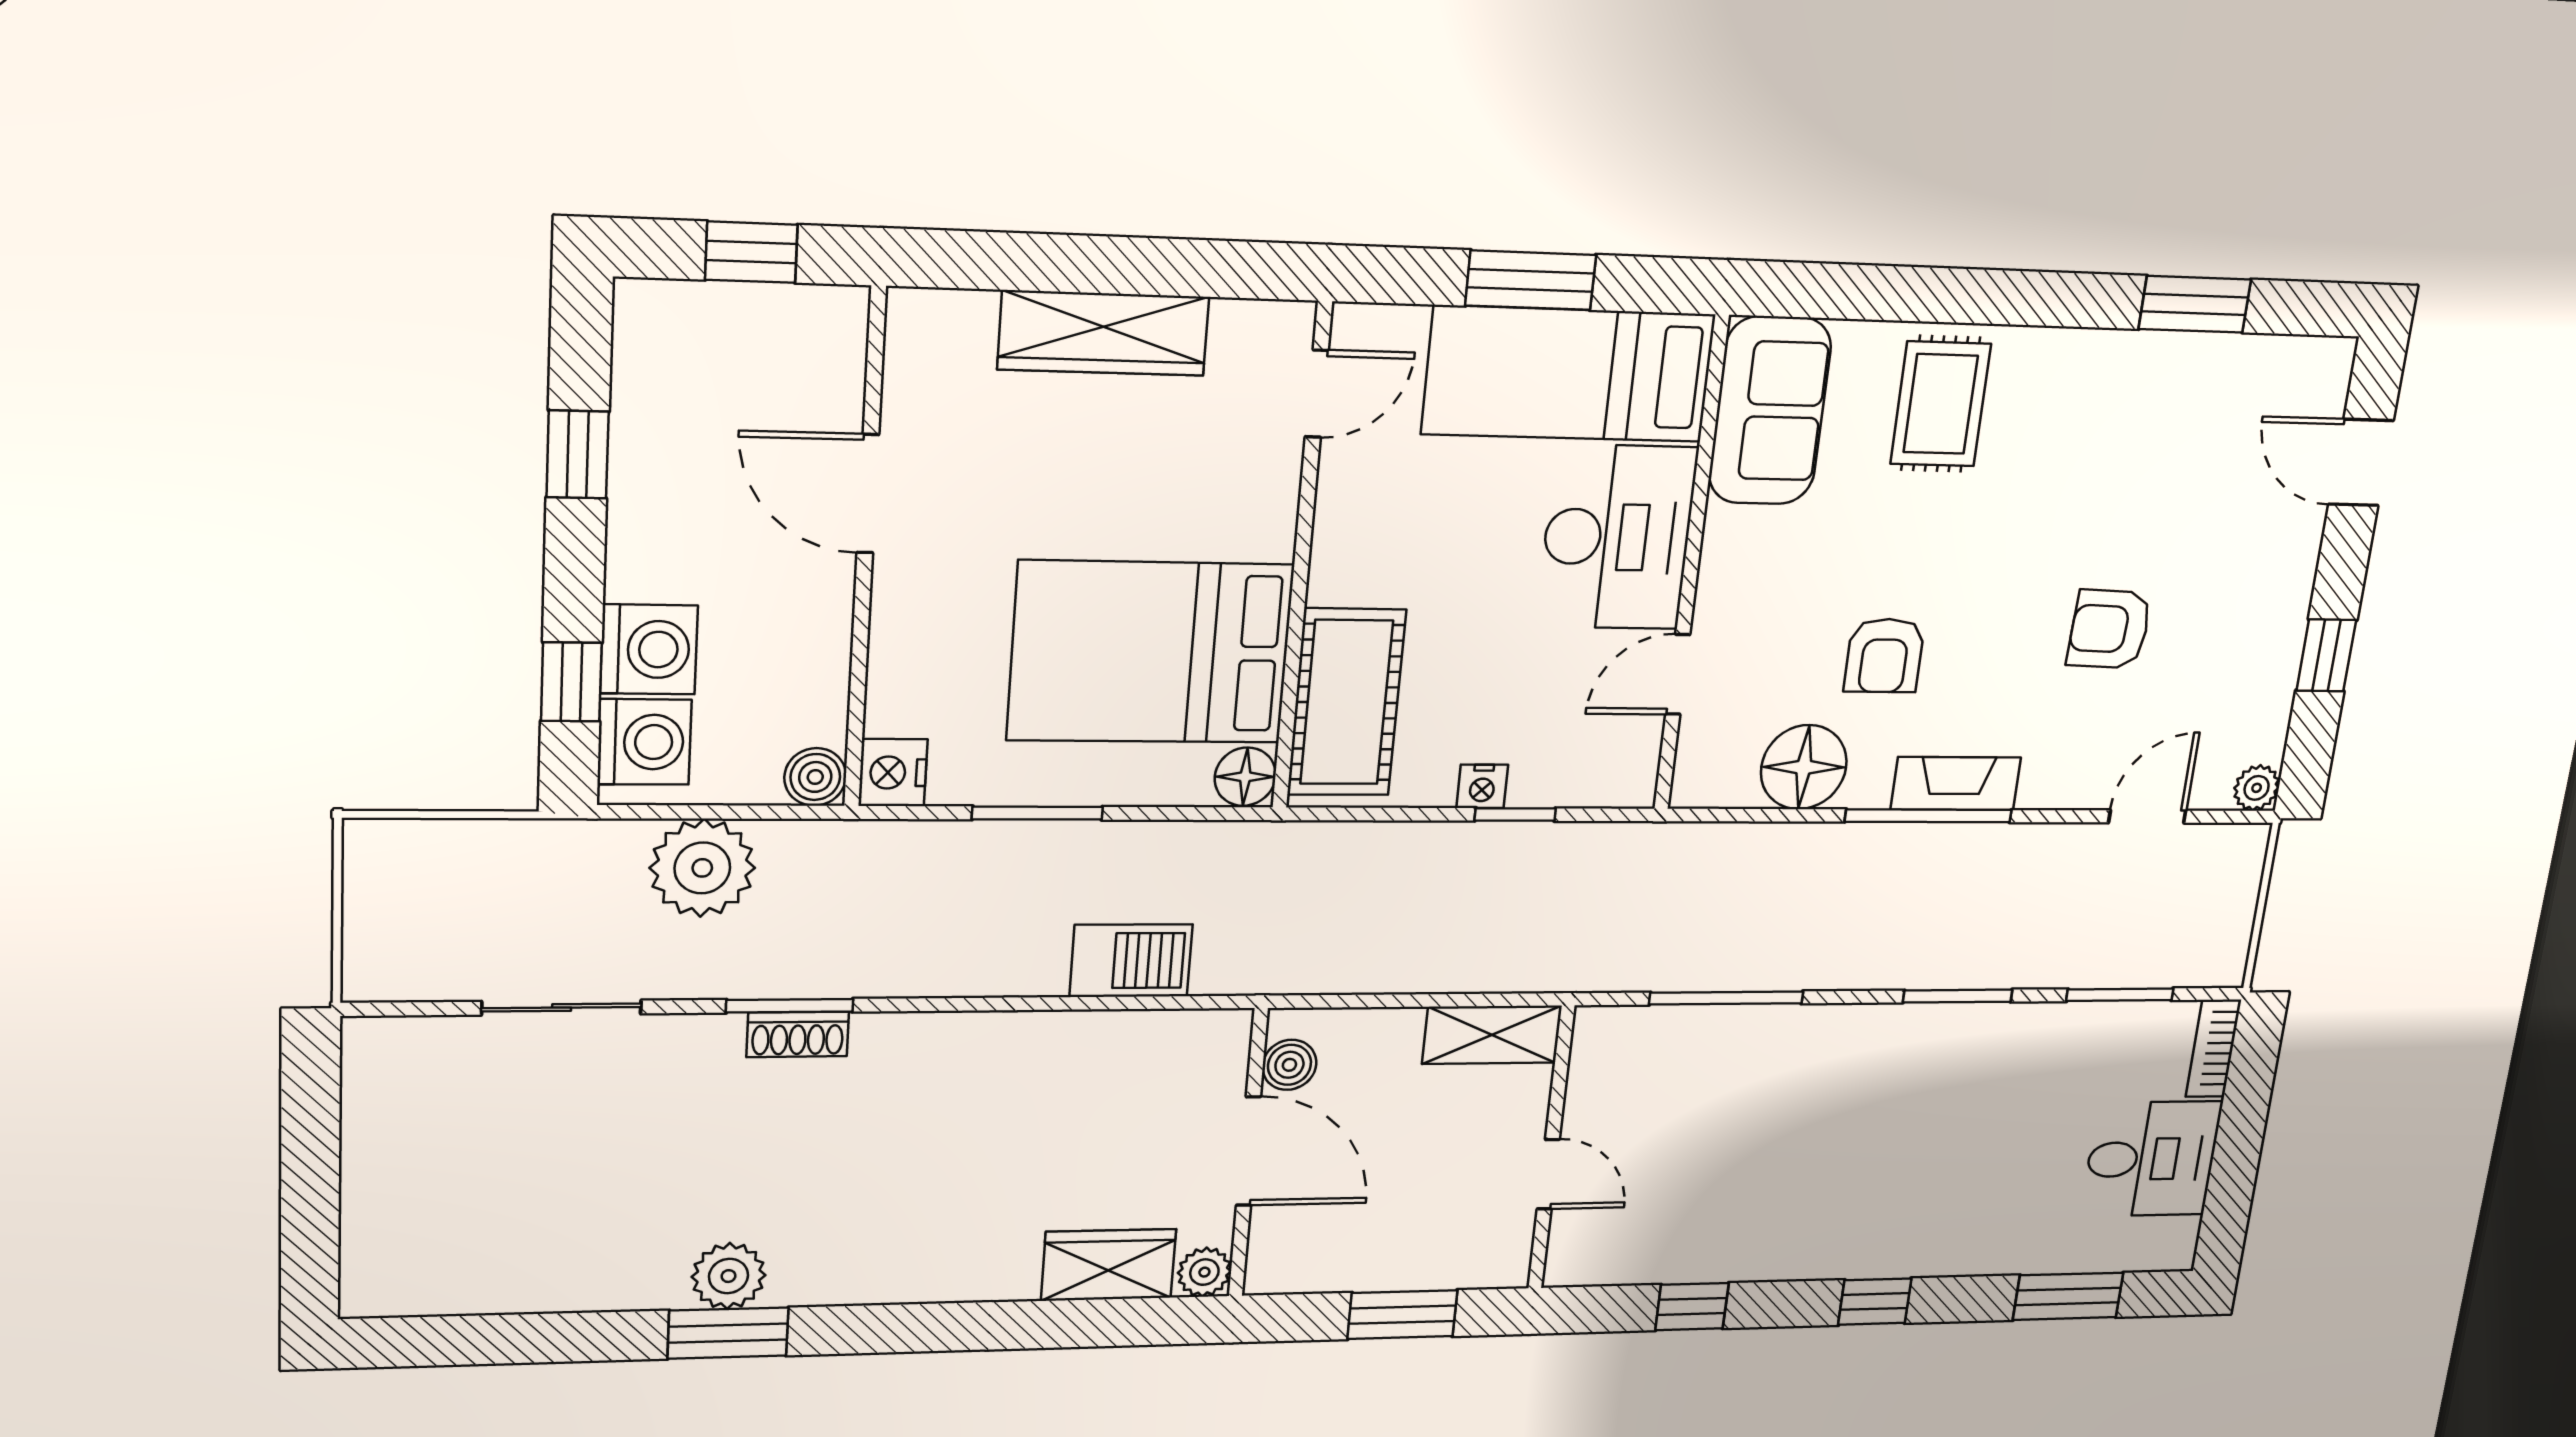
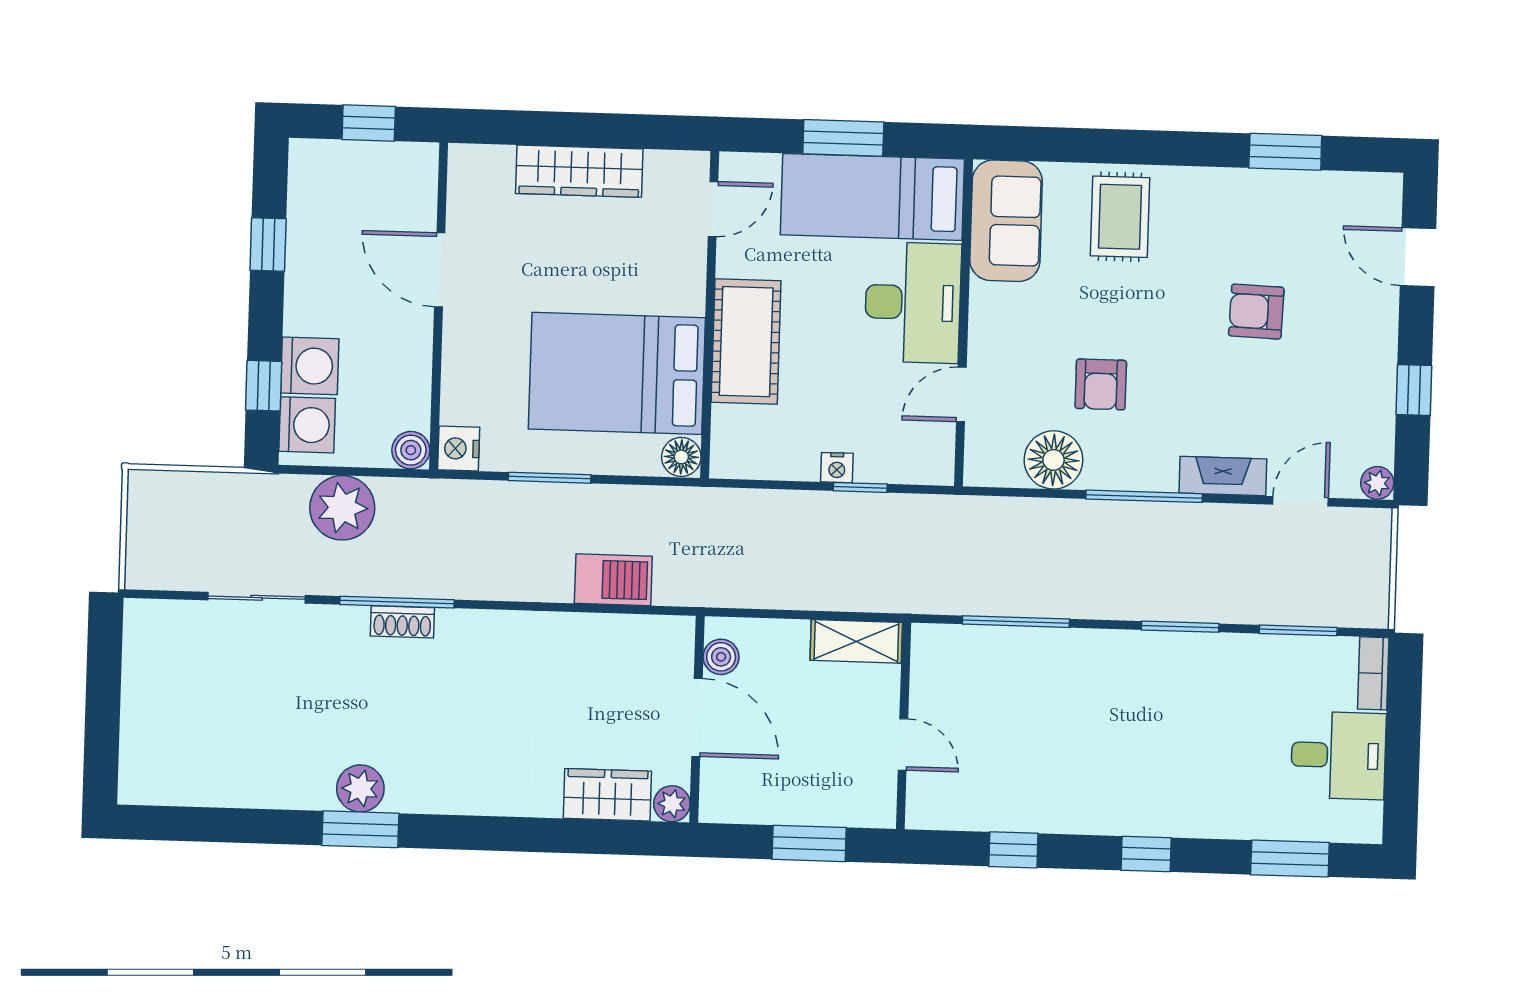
armchair: (2109, 629) -> (1256, 312), moved
cot: (1347, 702) -> (746, 342), moved
fireplace: (1956, 783) -> (1223, 476), moved
window: (790, 1006) -> (397, 602), width x1.44

